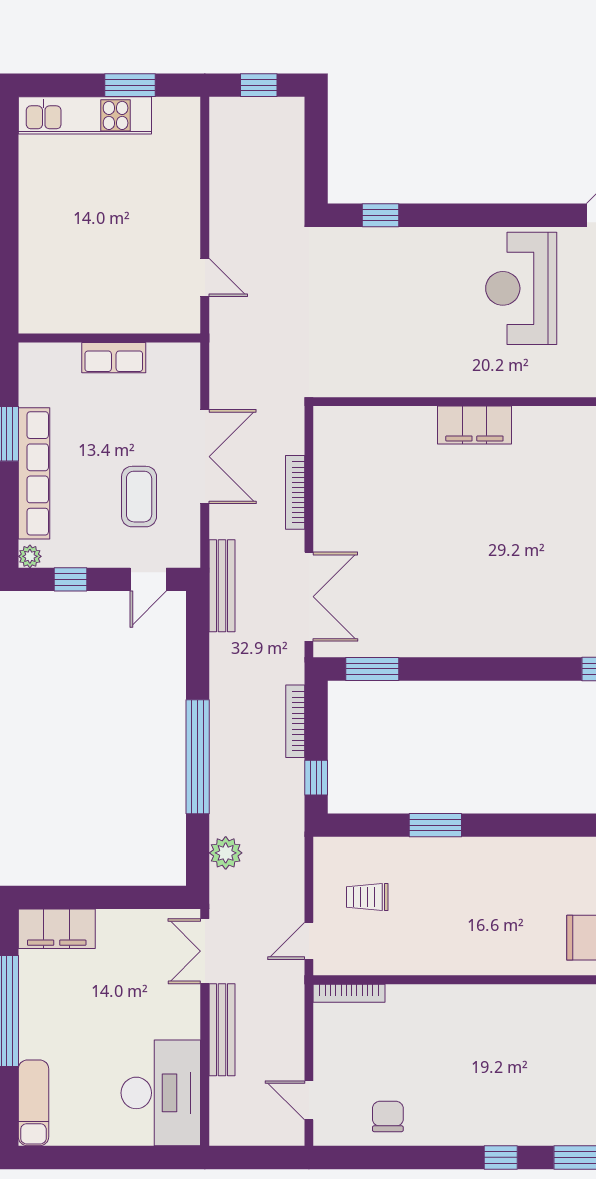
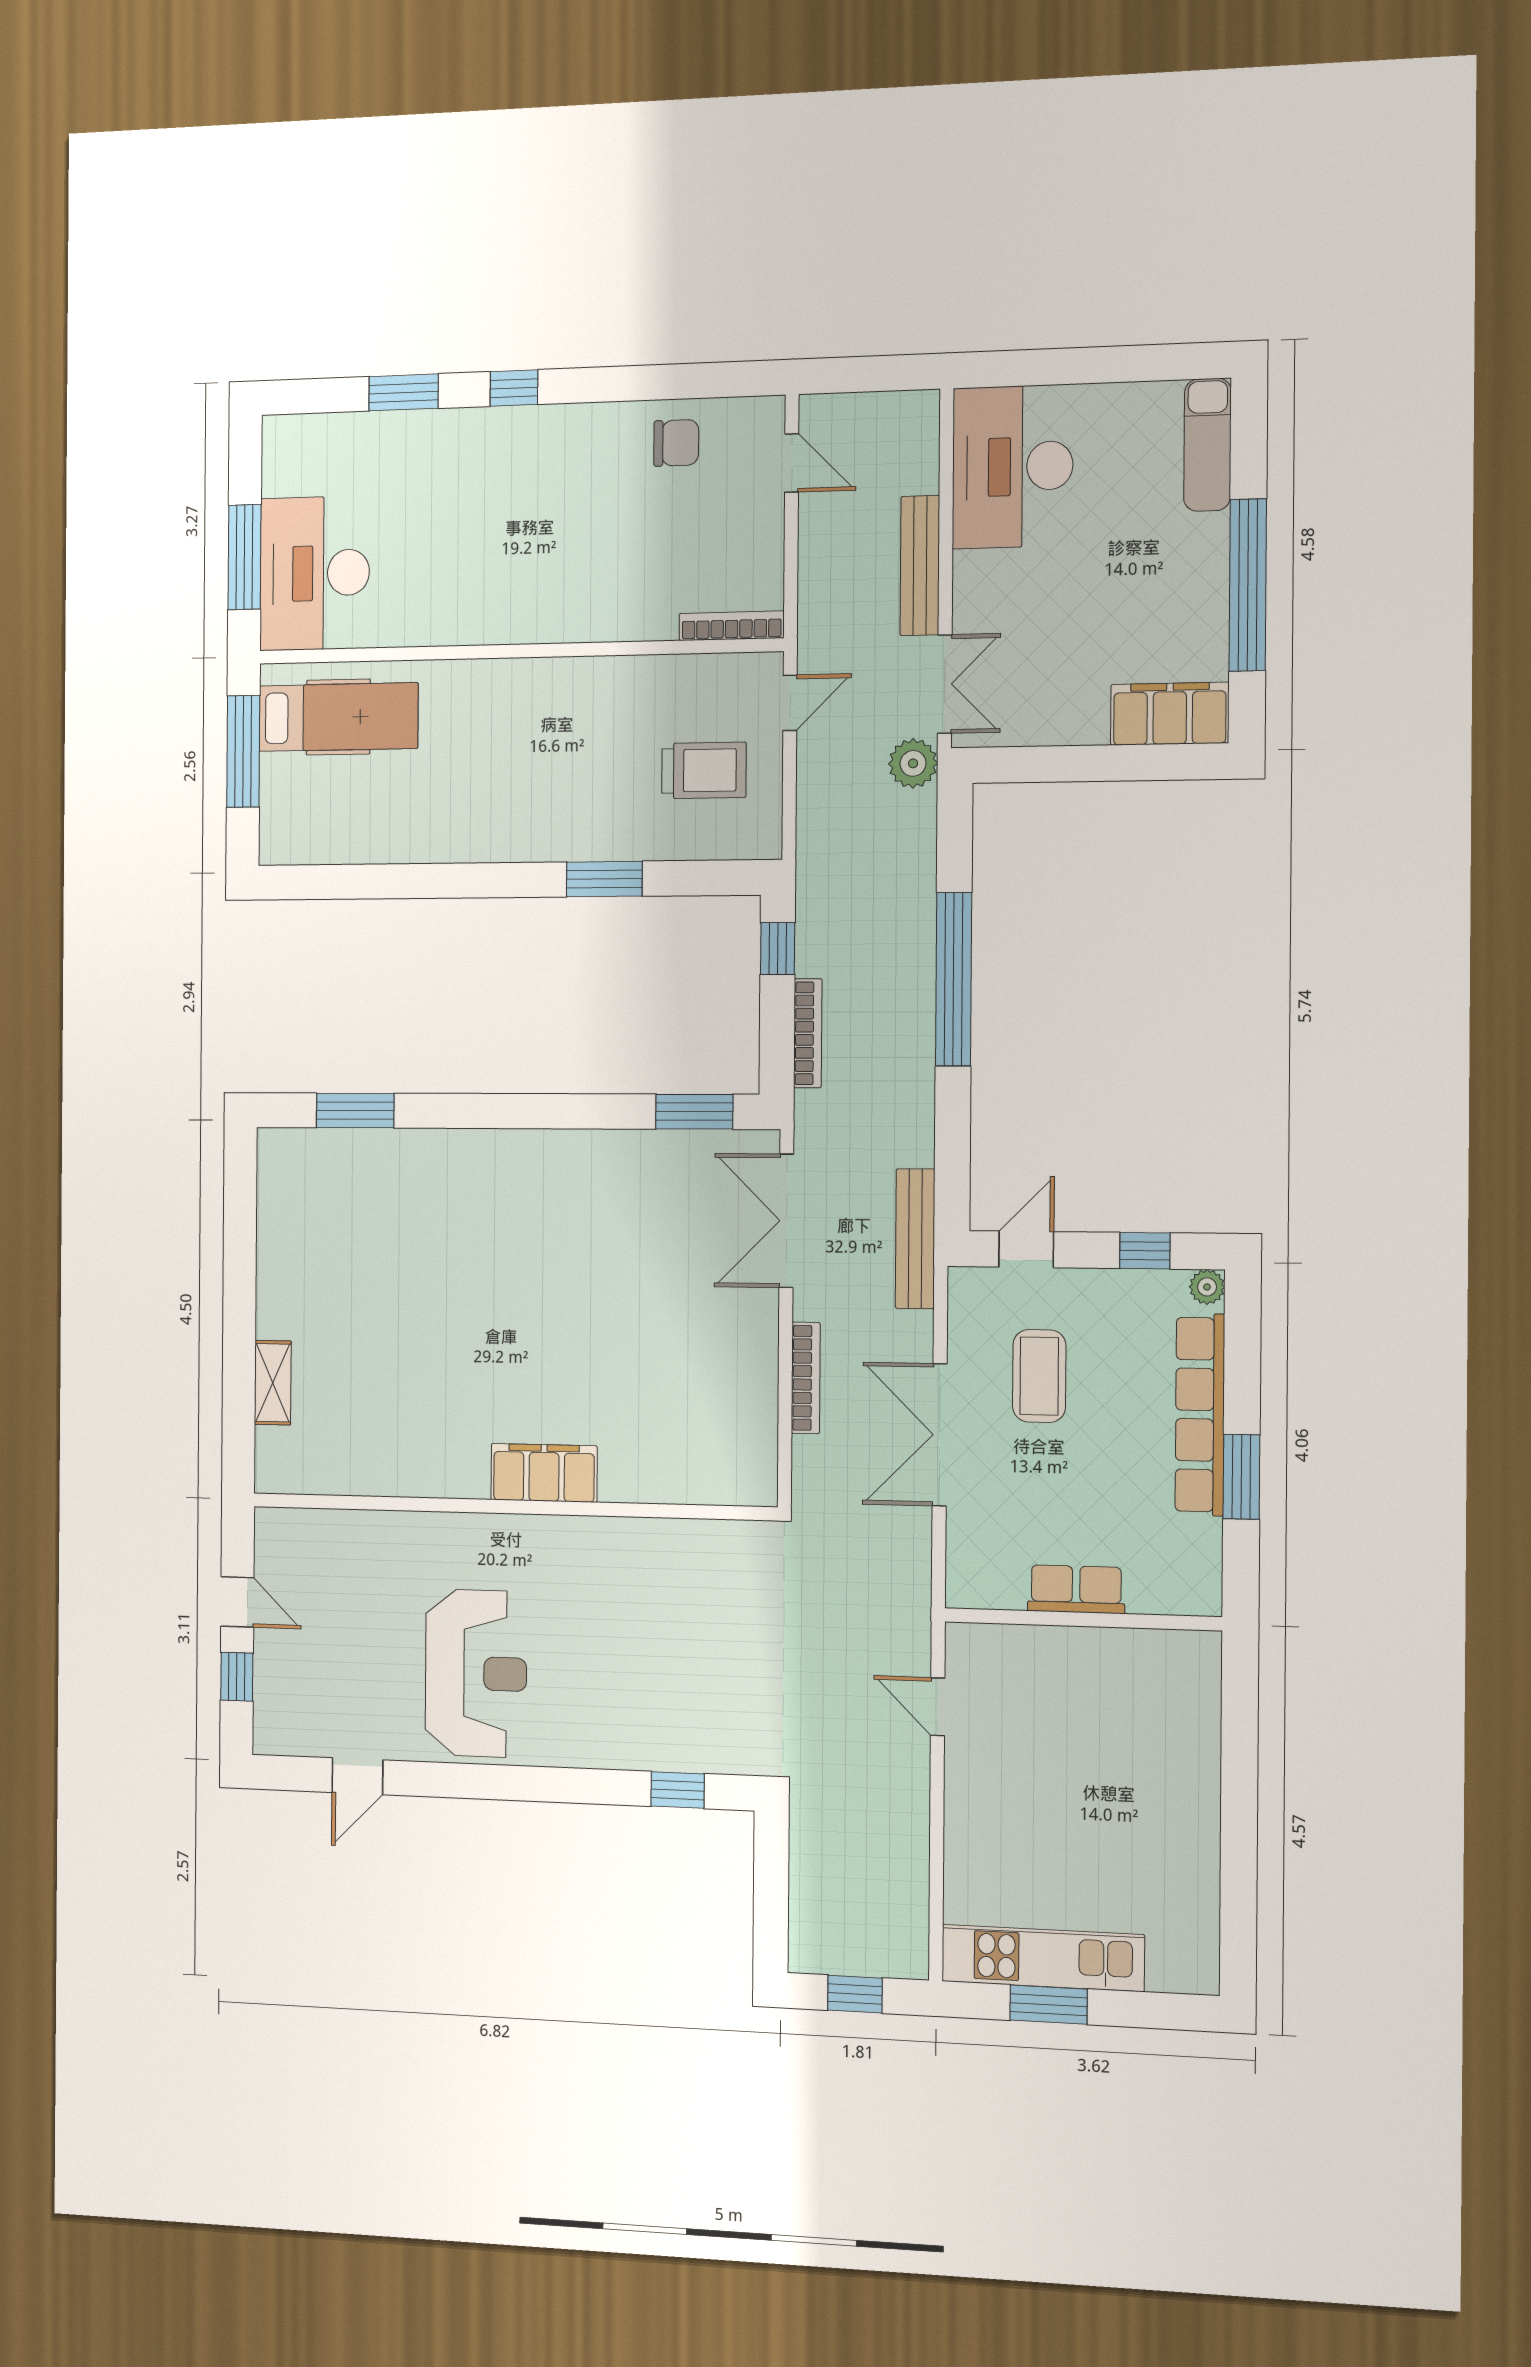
kitchen unit: (85, 115) -> (1043, 1958), moved
plant: (226, 853) -> (913, 763), moved
trolley: (367, 897) -> (704, 770), width x1.36, depth x1.39
chair: (388, 1116) -> (676, 443), turned -90

